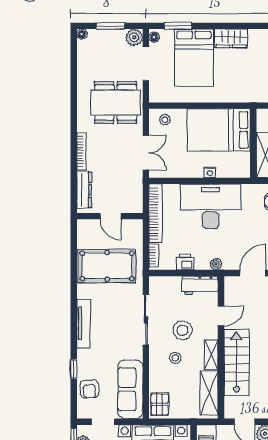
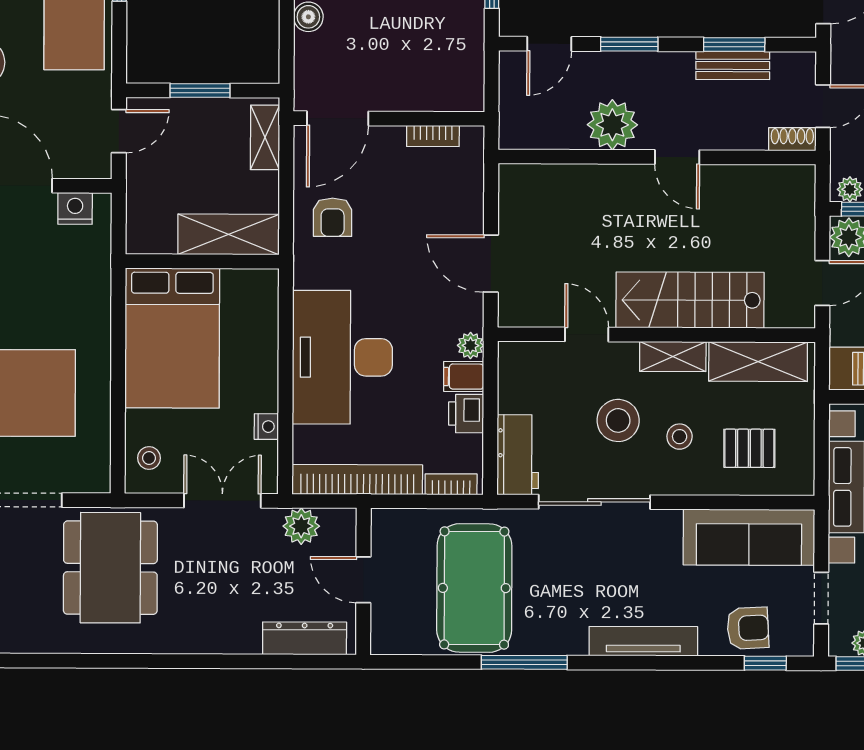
bookcase: (81, 151) -> (219, 644), removed
nightstand: (210, 172) -> (266, 427), moved
plant: (134, 188) -> (301, 526), added
door: (111, 216) -> (363, 580), swing flipped
filing cabinet: (202, 261) -> (464, 377), added
workbench: (200, 285) -> (518, 455), moved
window: (74, 289) -> (524, 662), added
tv unit: (83, 324) -> (643, 641), moved
window: (74, 369) -> (765, 663), moved
pallet: (160, 404) -> (749, 448), moved

